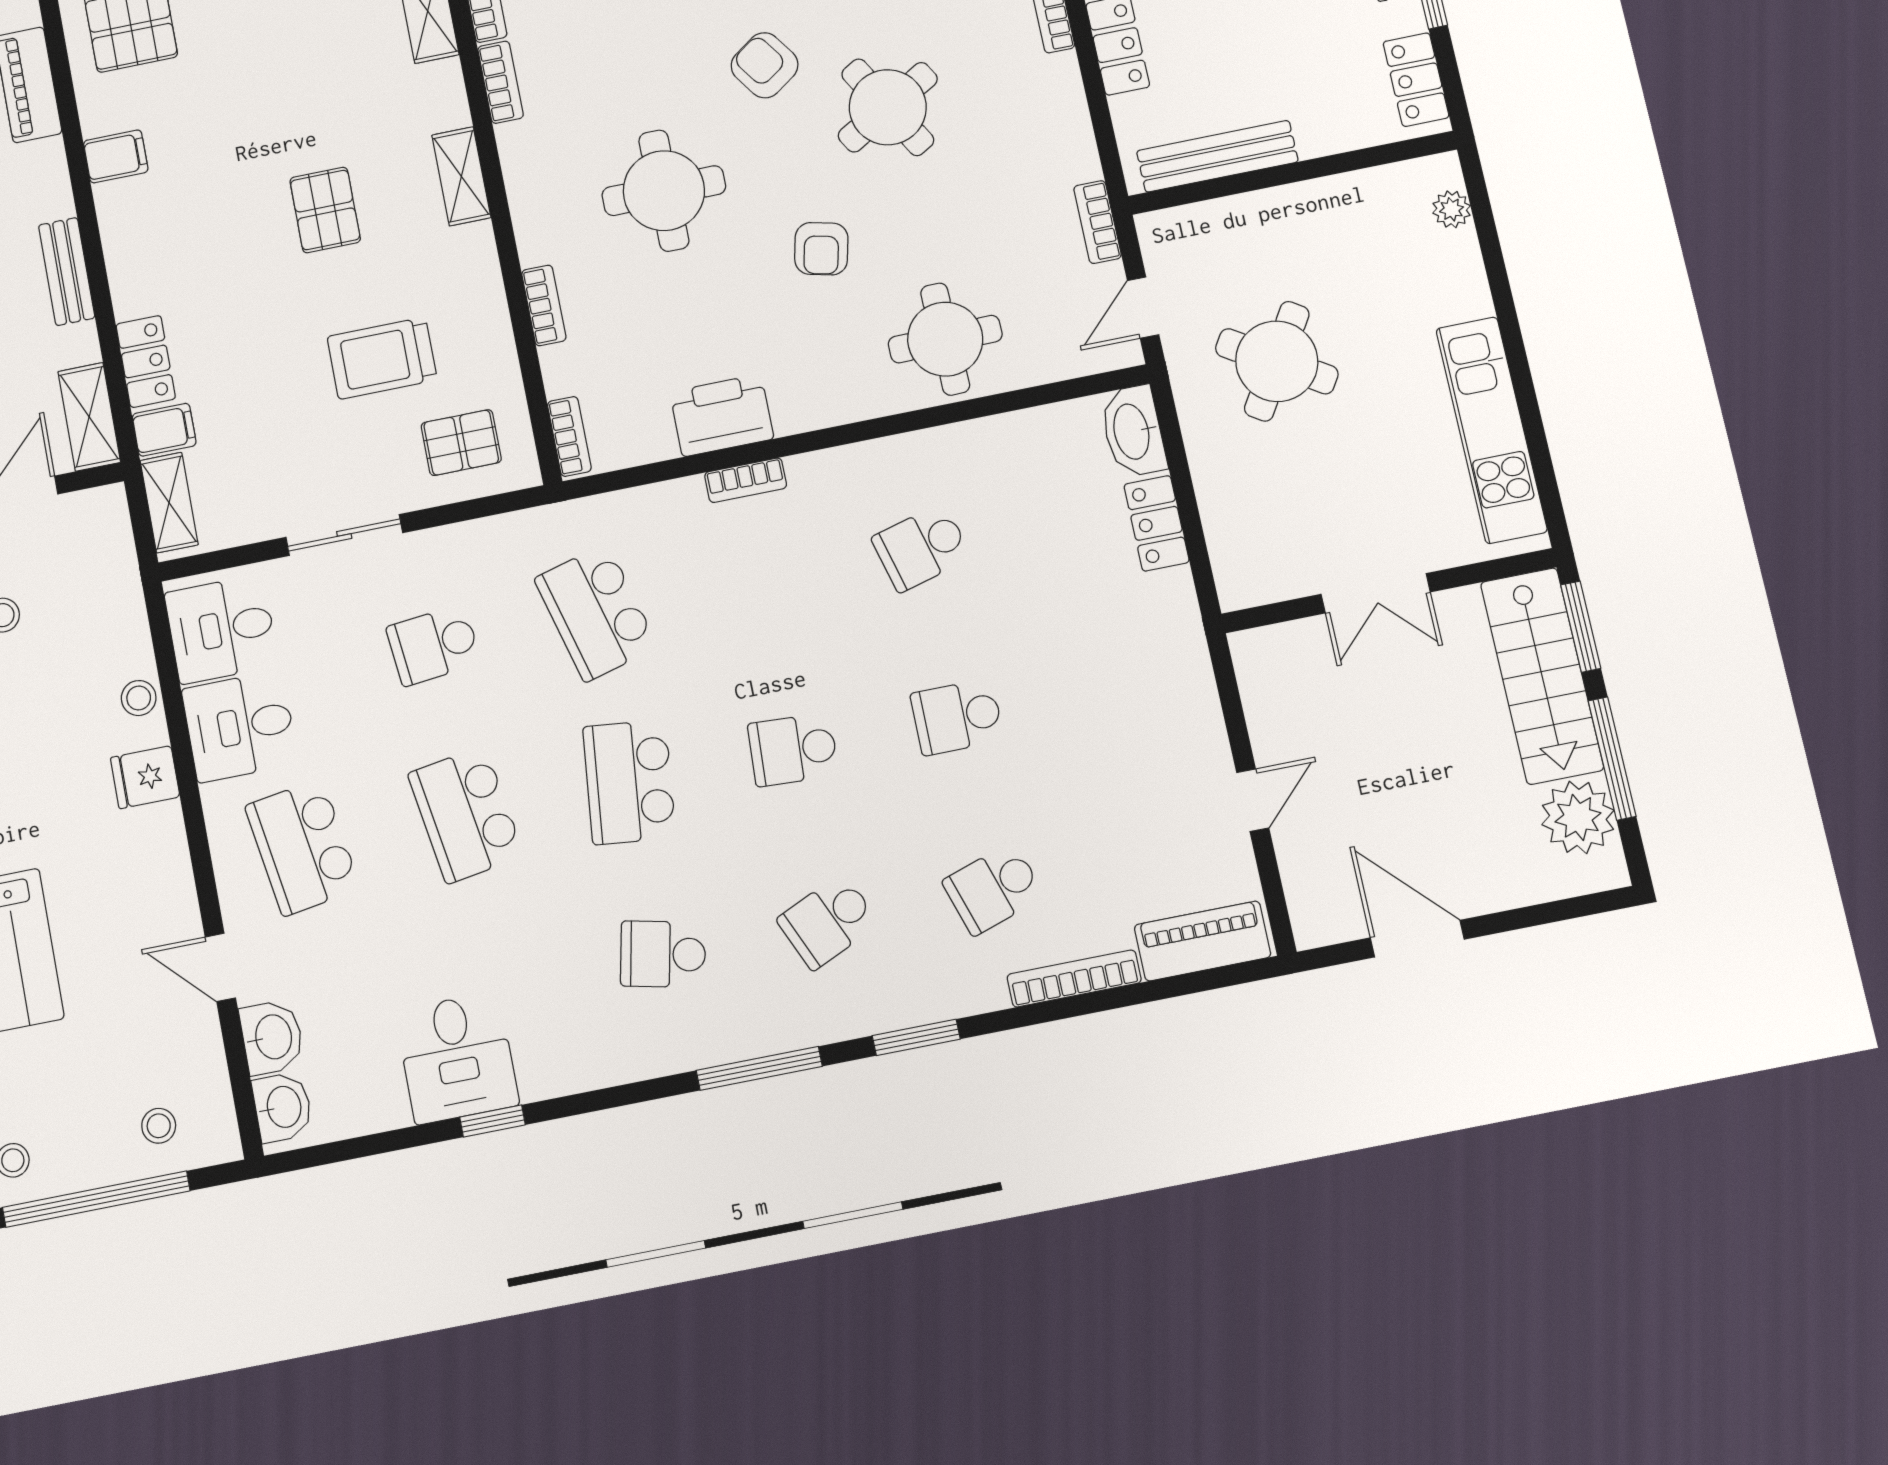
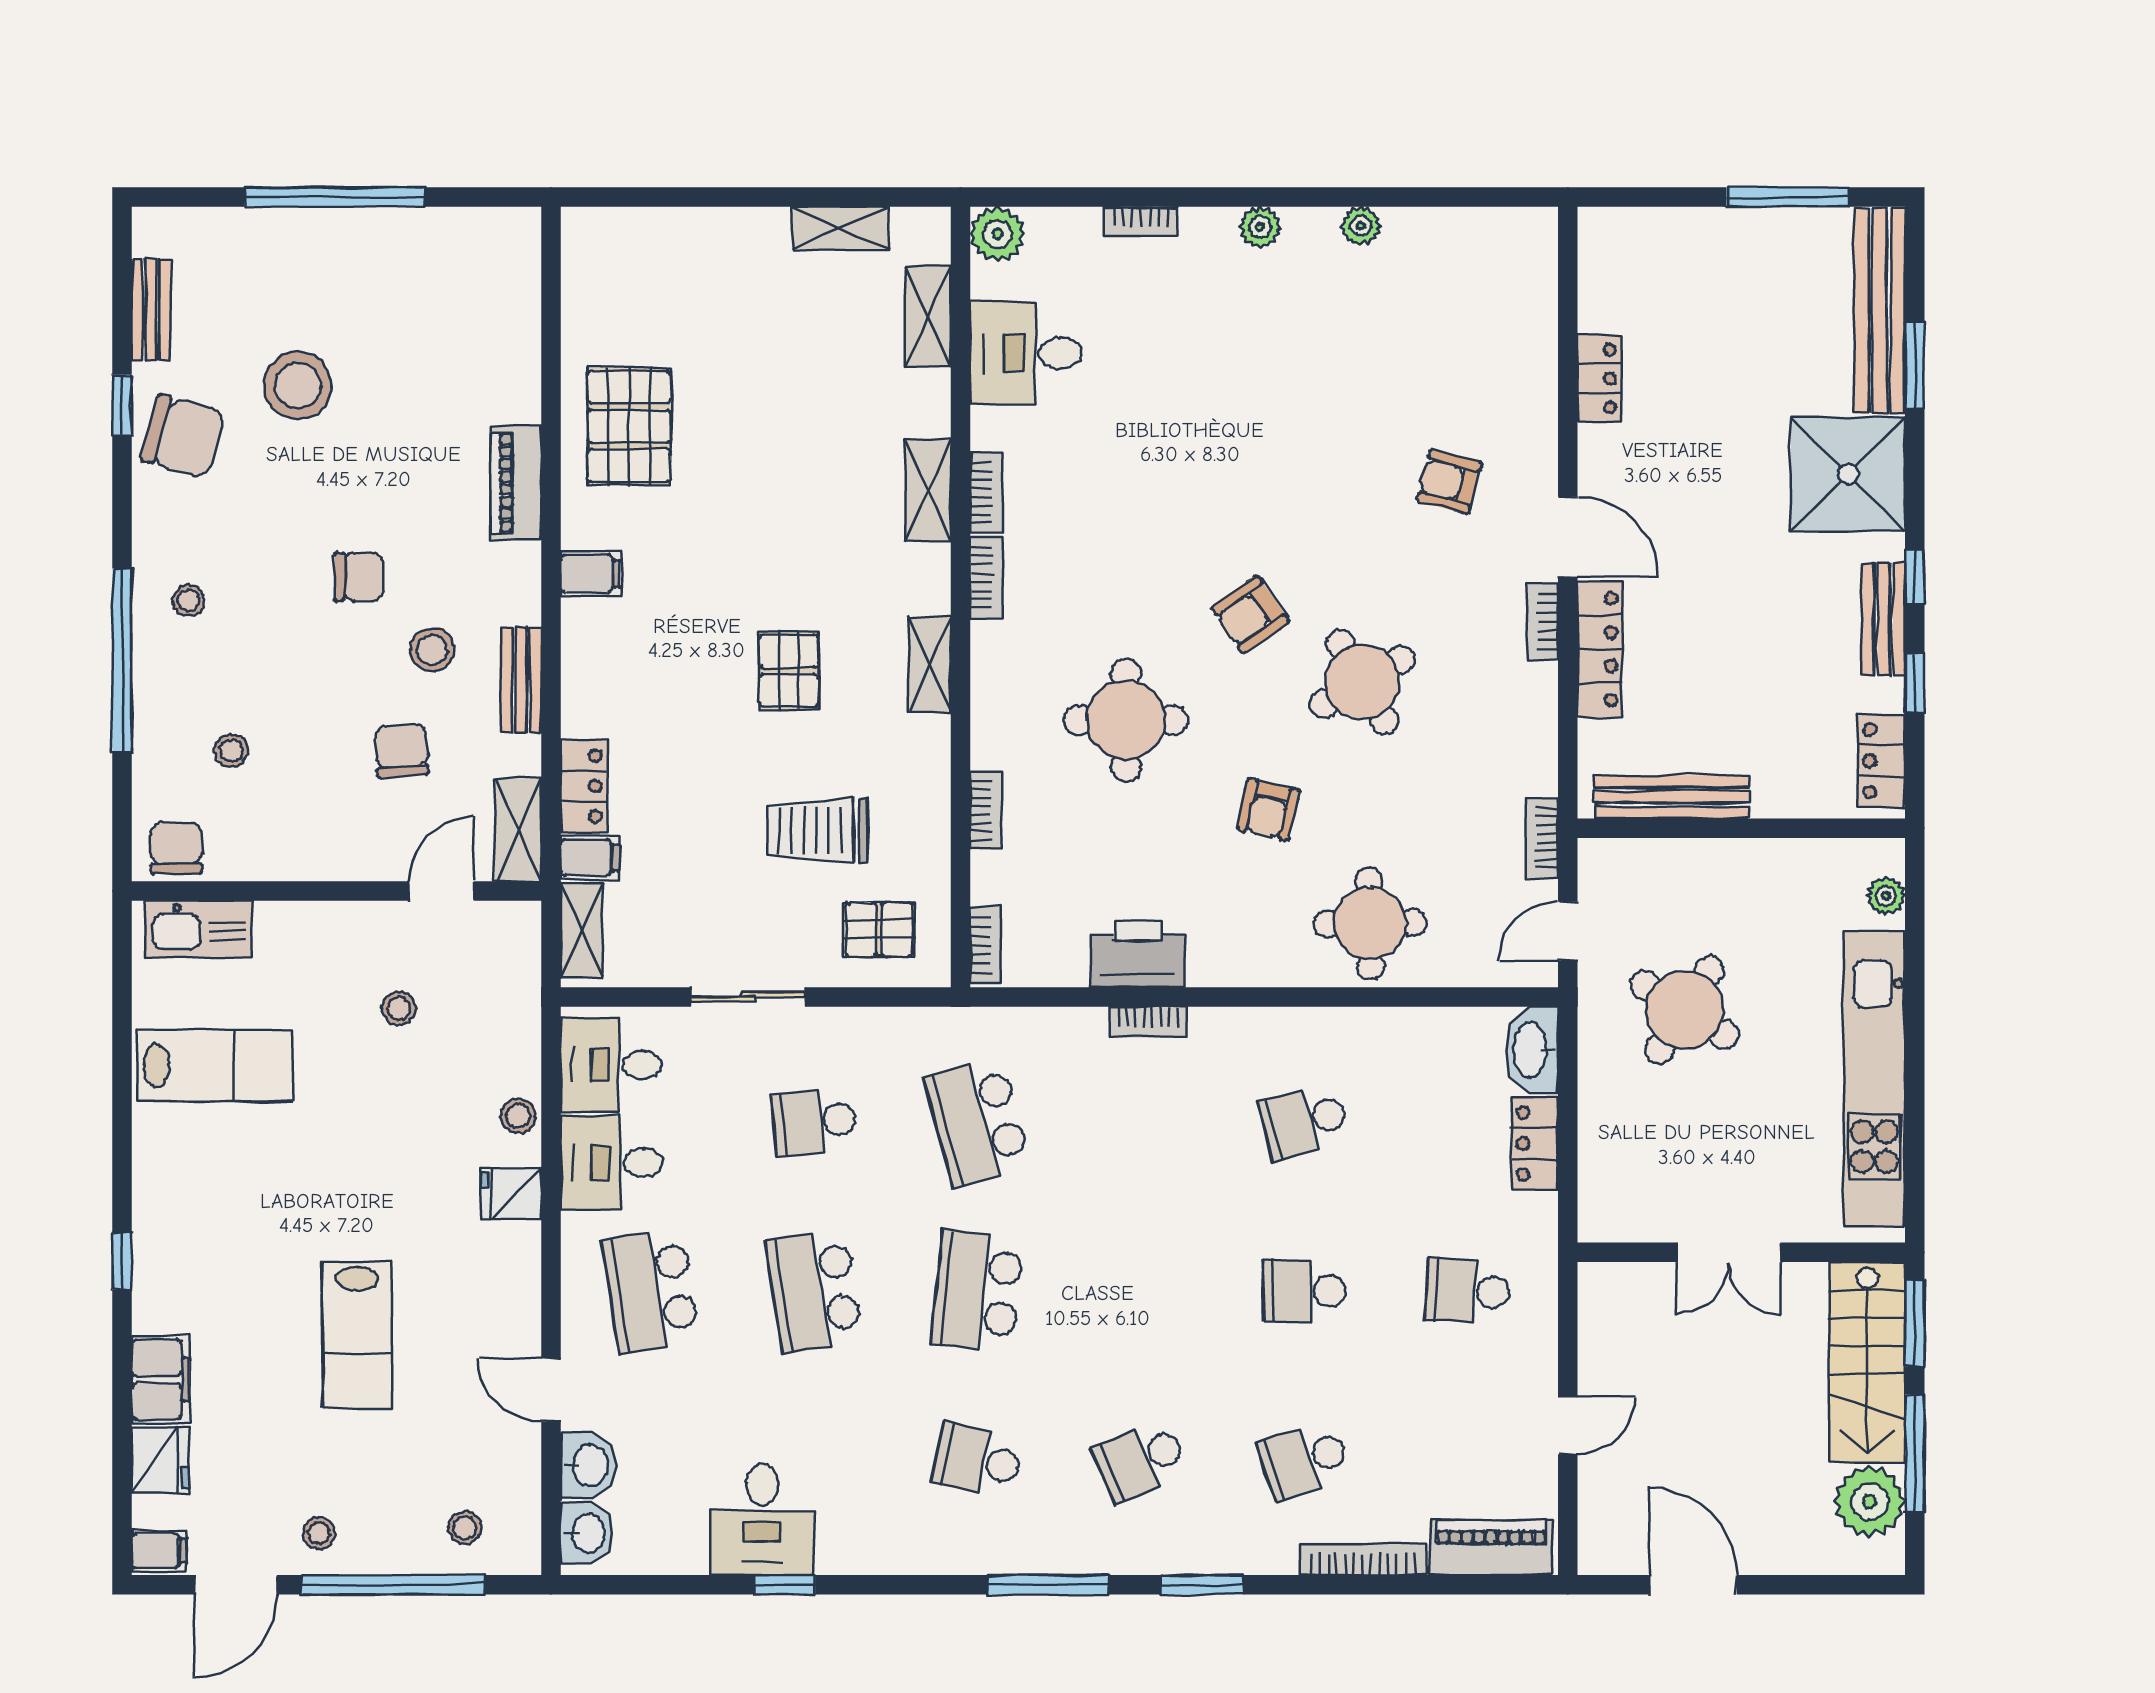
armchair: (765, 65) -> (1250, 615), turned -90
kitchen unit: (1492, 430) -> (1874, 1079), width x1.36
school desk: (793, 750) -> (1468, 1291), moved

